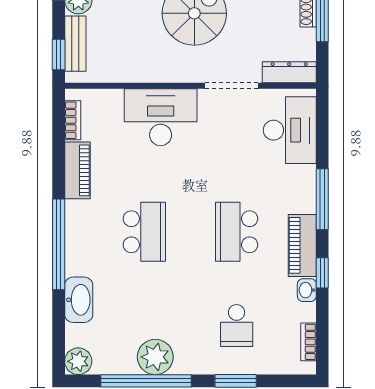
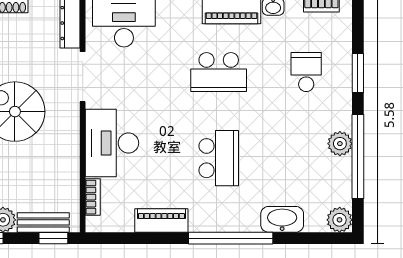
bookcase: (73, 120) -> (93, 197), moved, turned 90
school desk: (144, 232) -> (219, 158), turned 90
school desk: (237, 325) -> (306, 72), turned -90
plant: (155, 357) -> (340, 144), width x0.73, depth x0.73

